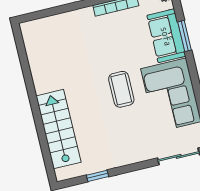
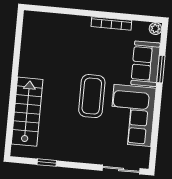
coffee table: (121, 89) -> (92, 96), width x1.36, depth x1.32

